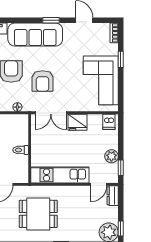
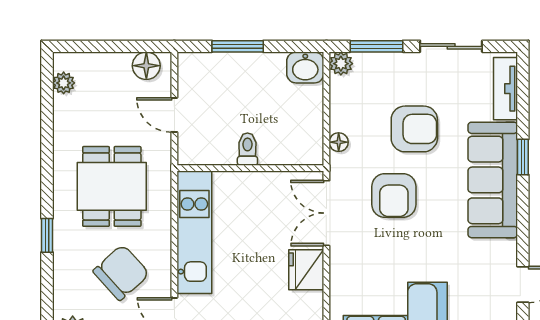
window: (51, 20) -> (523, 157), moved
armchair: (43, 81) -> (394, 195), turned -90
chair: (79, 209) -> (121, 272), added

